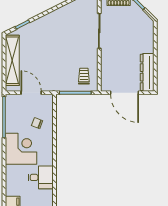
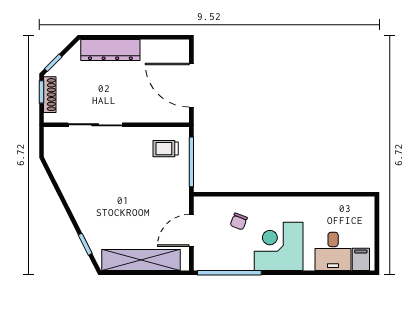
dresser: (147, 72) -> (110, 50), moved
door: (125, 93) -> (191, 85), swing flipped
desk: (41, 177) -> (333, 251), moved, turned 180

